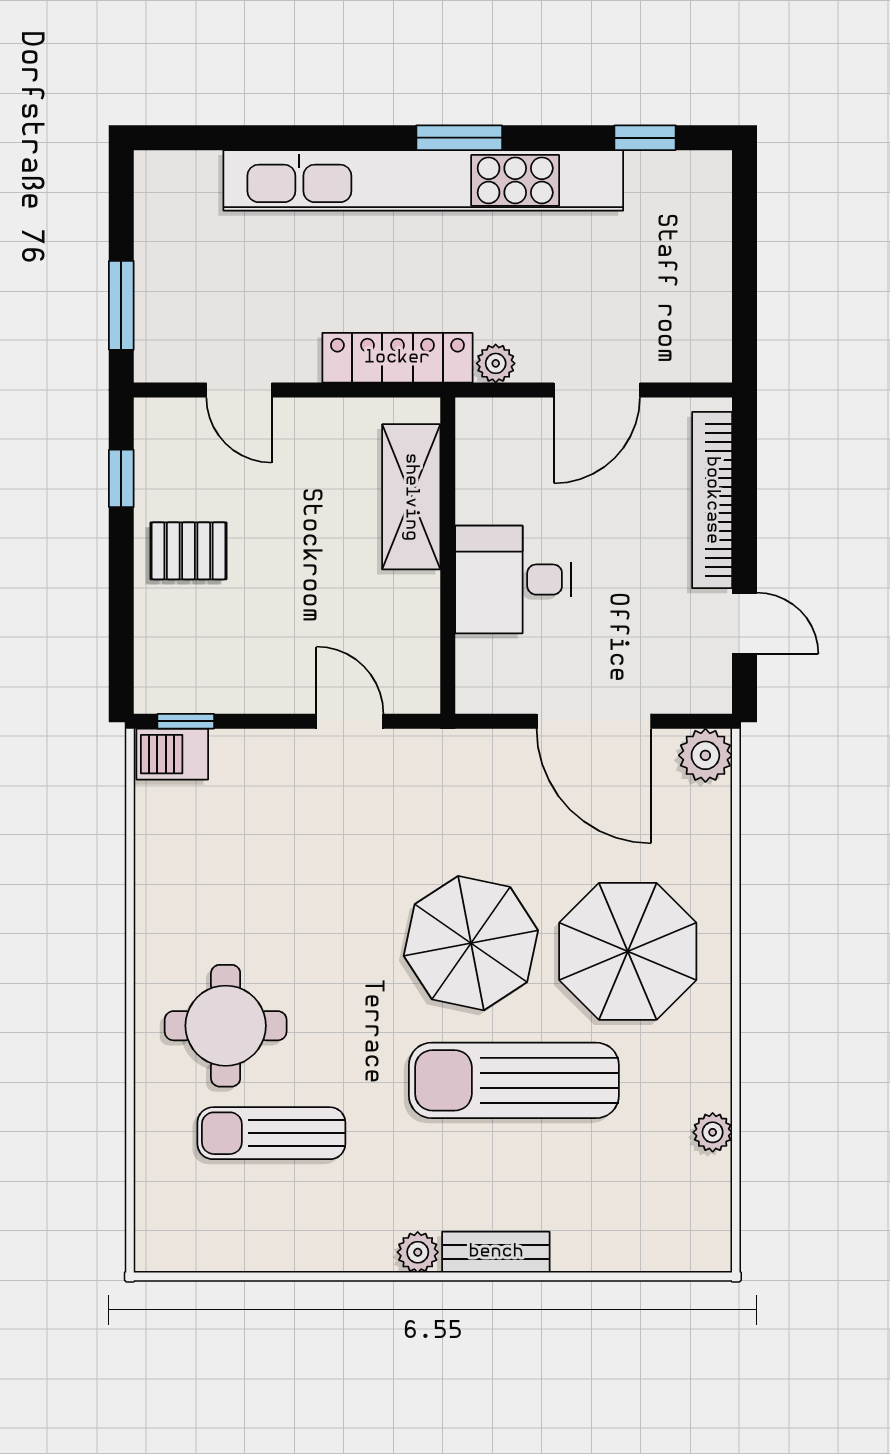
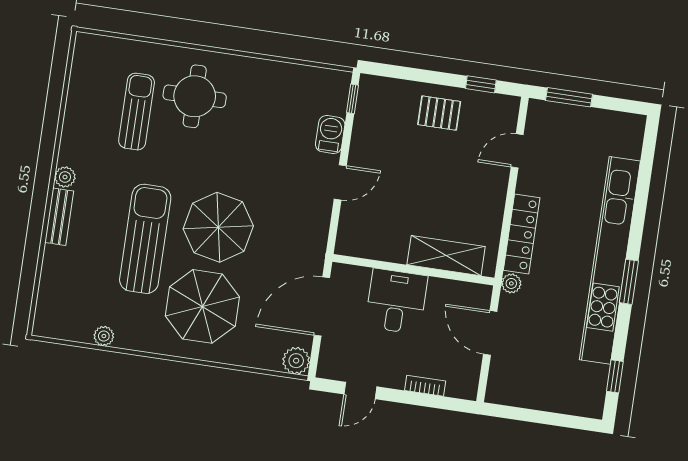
shelving: (411, 497) -> (446, 256), moved
bookcase: (712, 500) -> (425, 386), width x0.43, depth x0.76
pallet: (188, 551) -> (439, 113), turned 90
wall: (448, 556) -> (413, 270), moved
desk: (513, 580) -> (396, 301), moved
barbecue: (172, 754) -> (330, 135), moved

